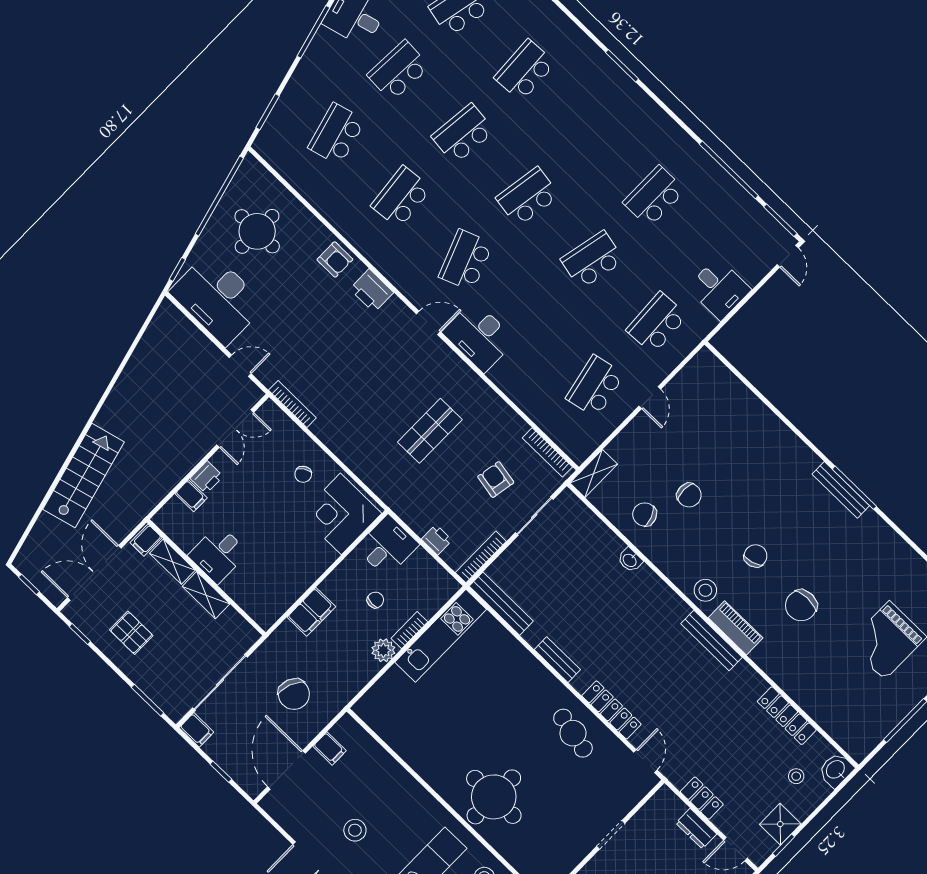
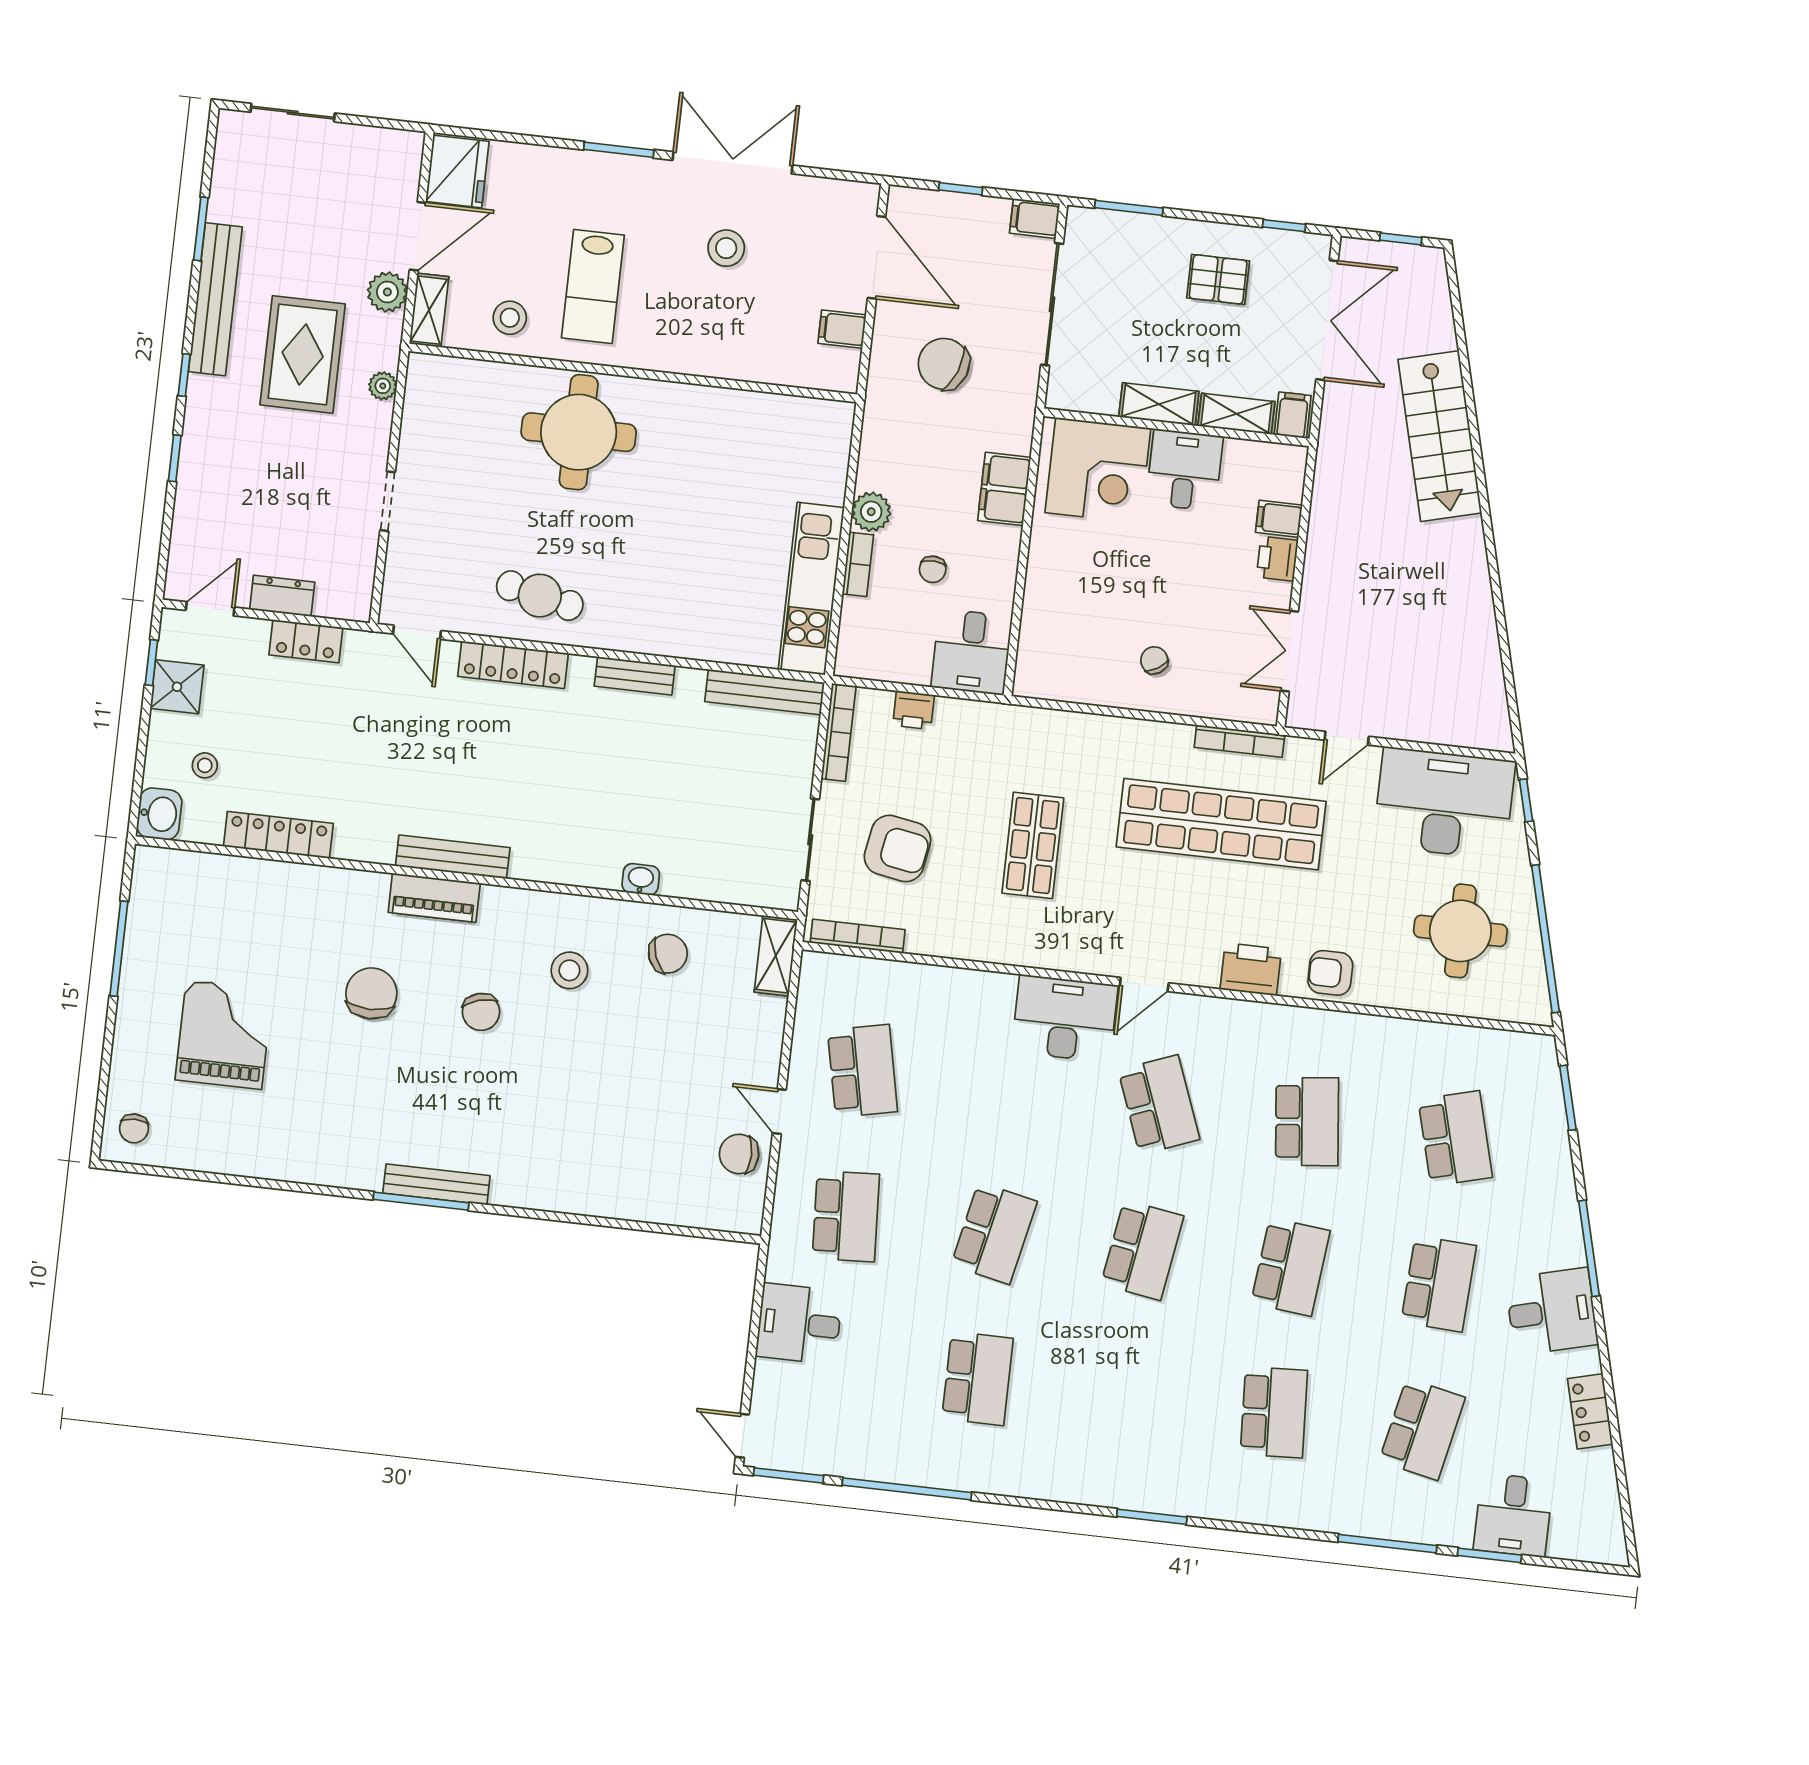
shop shelf: (332, 371) -> (1221, 824), added
armchair: (496, 480) -> (897, 848), width x1.38, depth x1.38
chair: (689, 495) -> (739, 1154), moved
corner desk: (341, 514) -> (1098, 470), moved, turned 90
stool: (705, 590) -> (569, 970), moved

